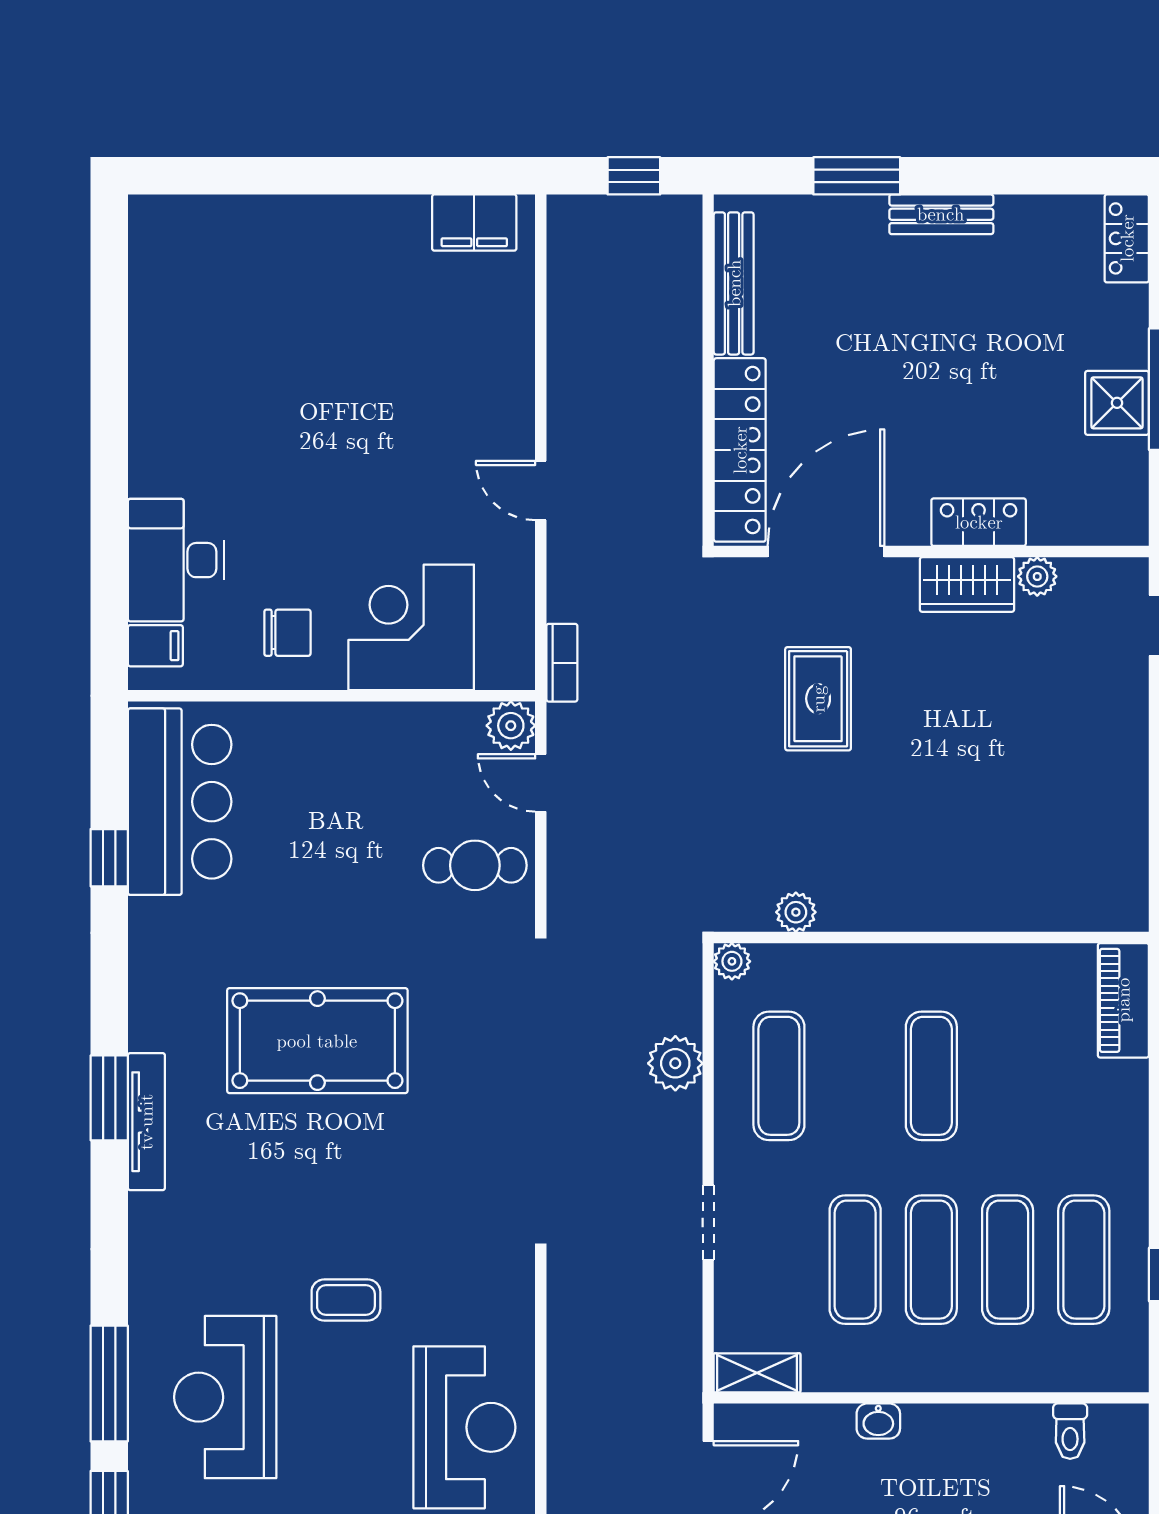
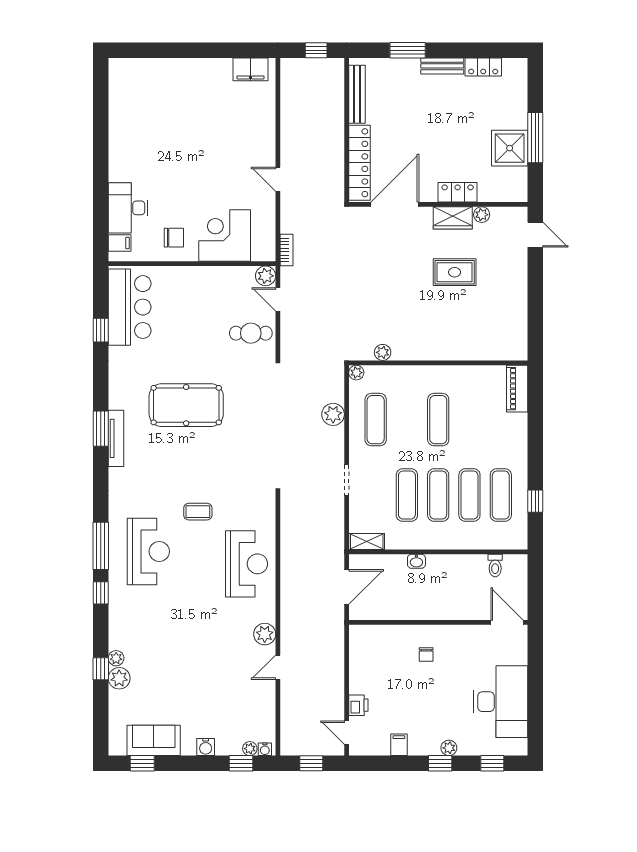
locker: (1127, 238) -> (483, 67), moved, turned -90
shower: (1117, 403) -> (510, 148), width x1.36, depth x1.36
rug: (818, 699) -> (455, 272), moved, turned 90
reception desk: (225, 1397) -> (148, 551), turned 180

